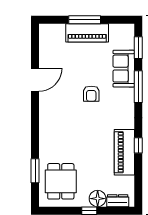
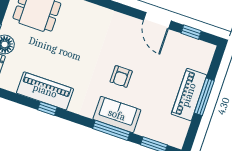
window: (35, 49) -> (191, 32), added
sofa: (124, 69) -> (117, 115), moved
armchair: (91, 94) -> (121, 76), turned -90

